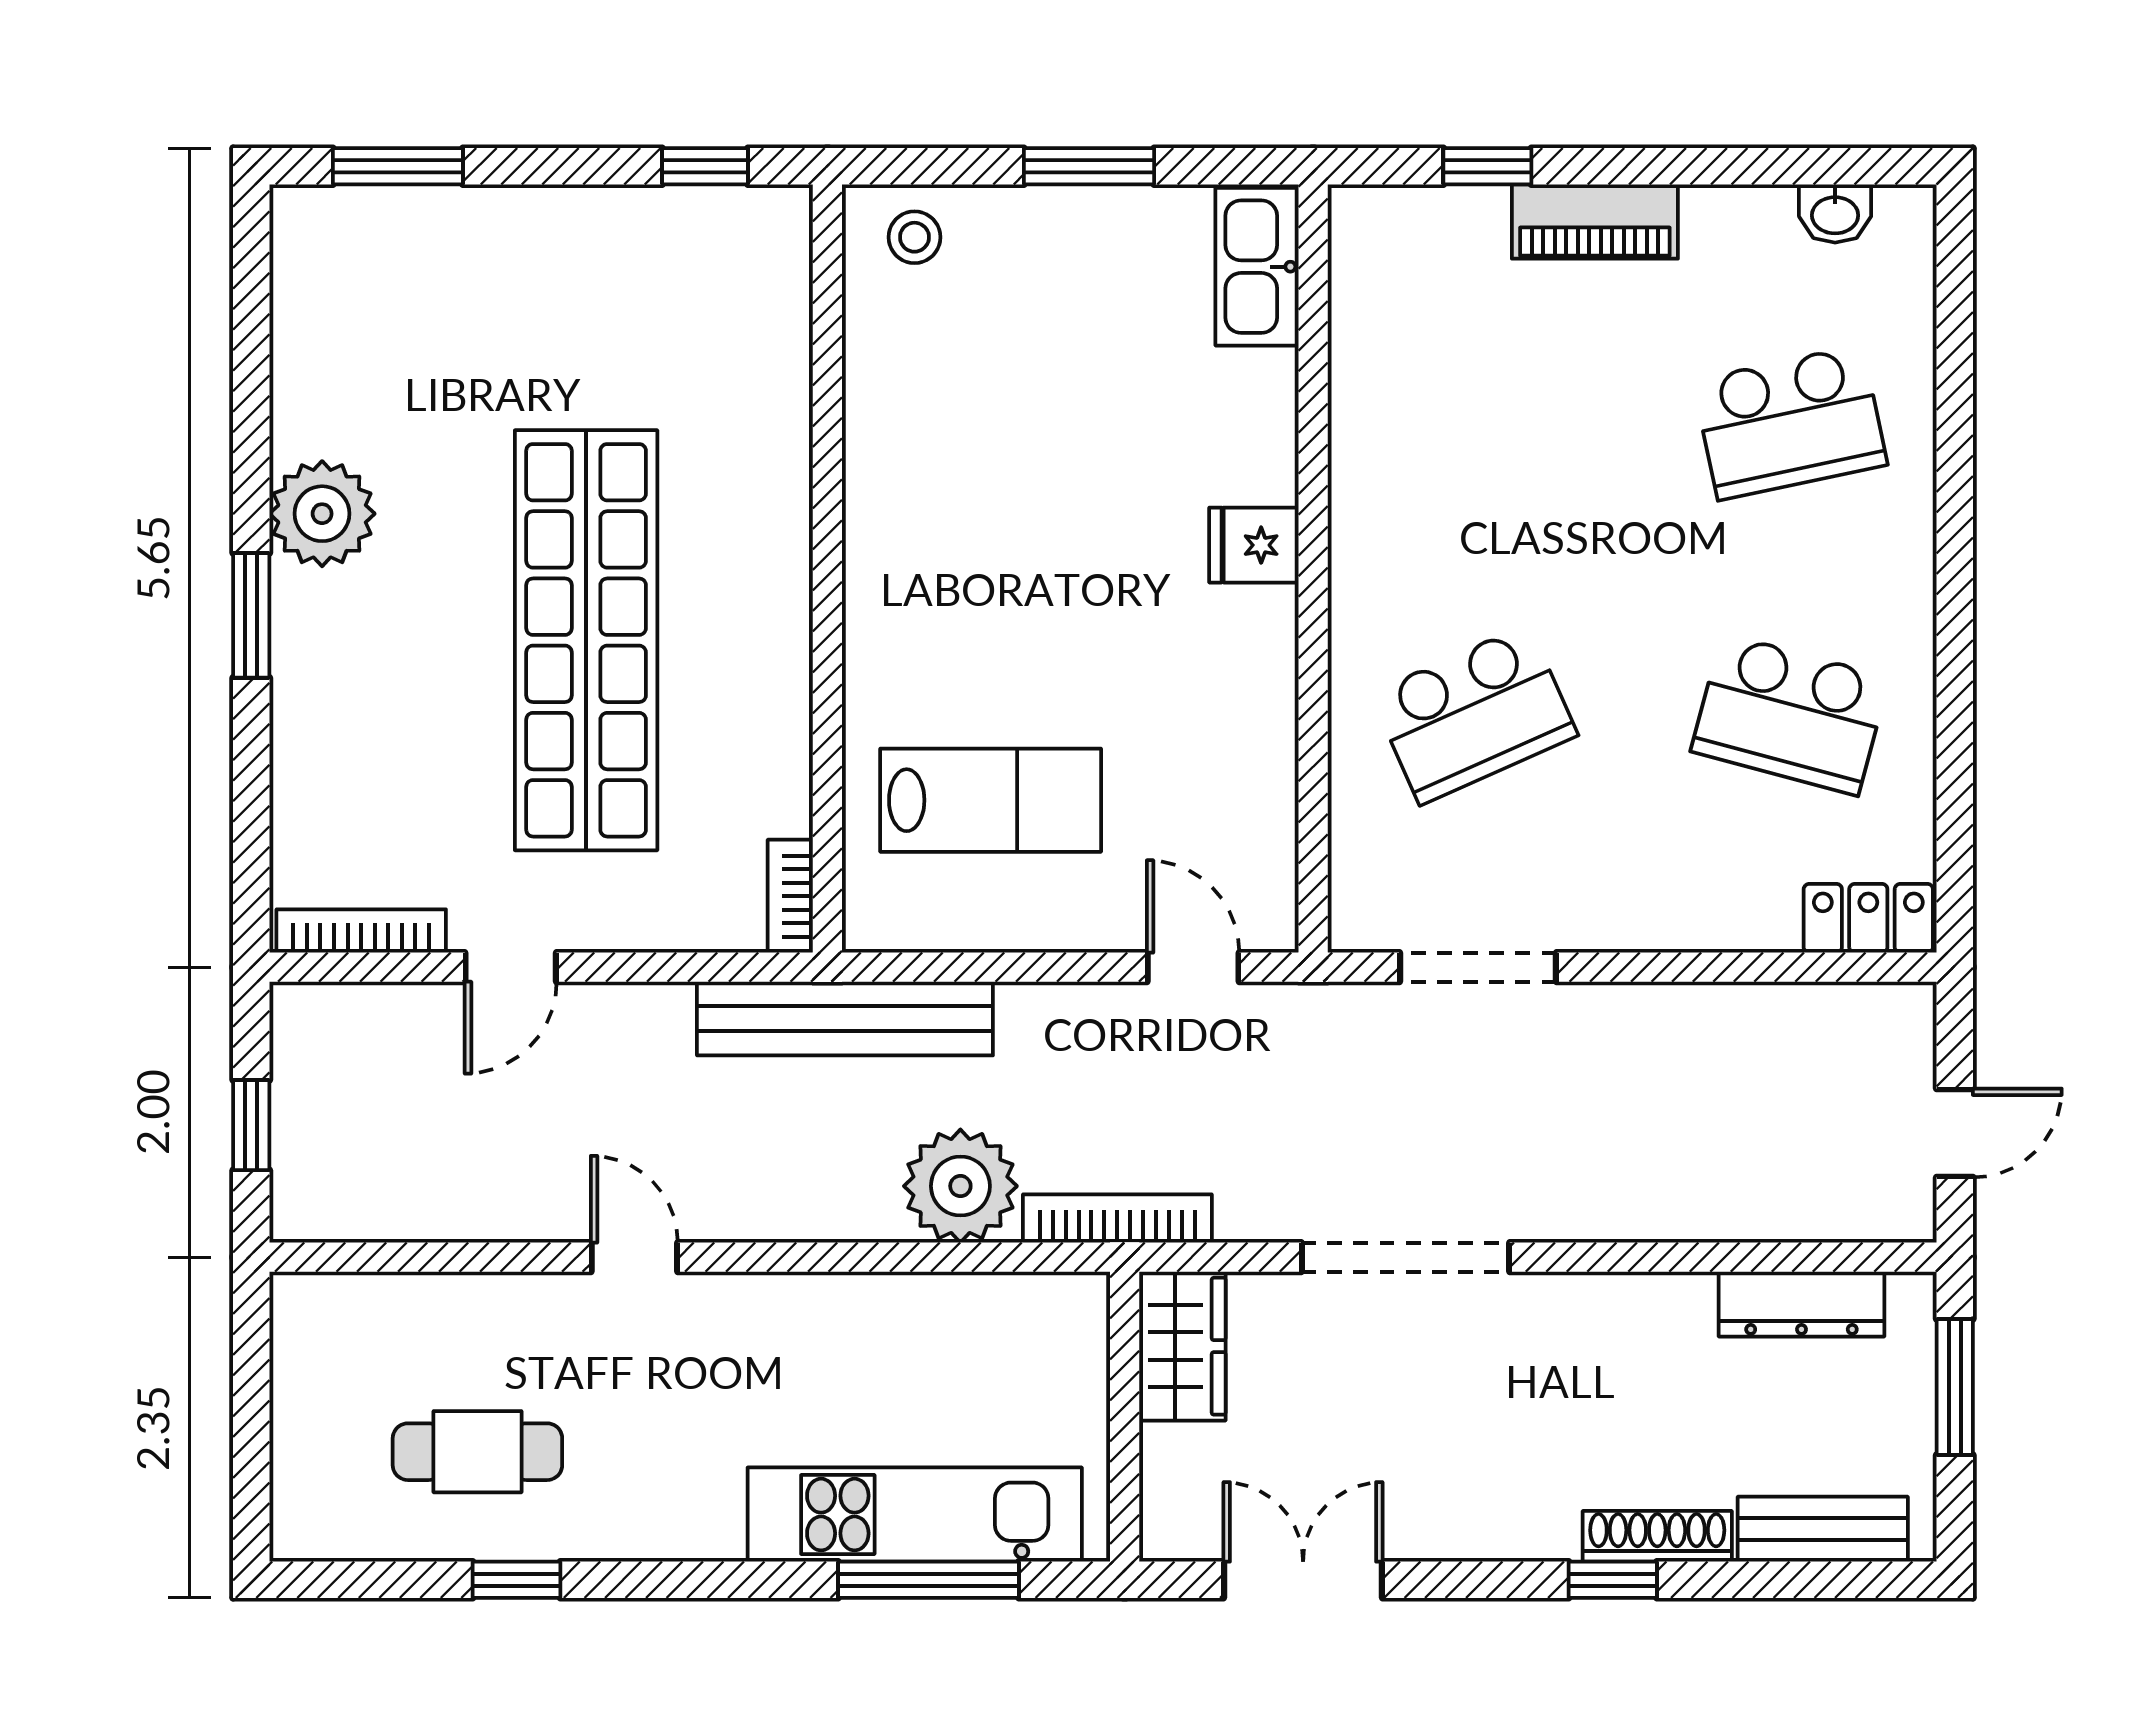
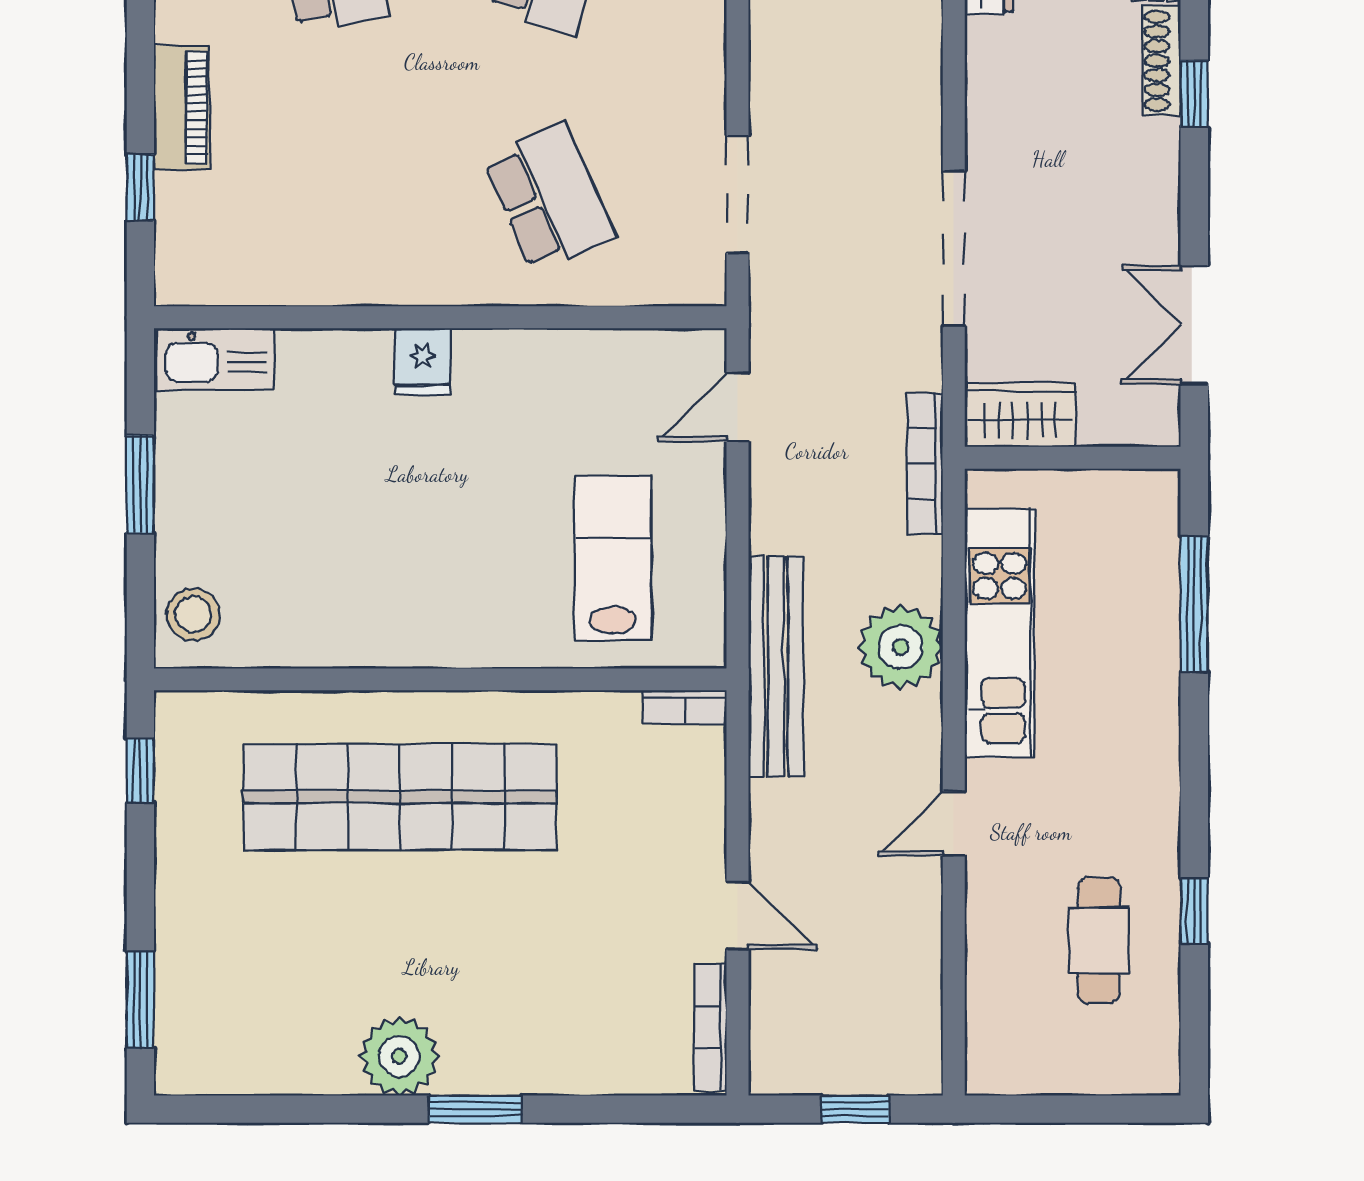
stool: (914, 237) -> (193, 615), width x1.37, depth x1.37
shop shelf: (586, 640) -> (400, 797), moved
plant: (960, 1186) -> (901, 647), moved
kitchen unit: (915, 1515) -> (1000, 633), moved, turned 180

